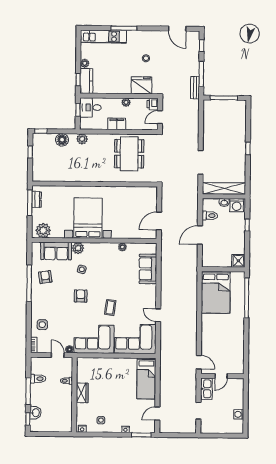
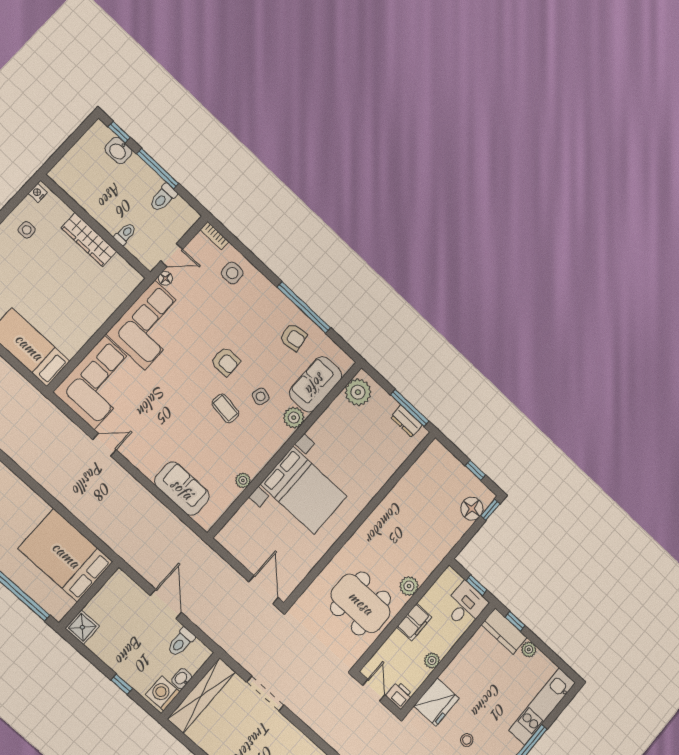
plant: (82, 139) -> (409, 586), moved
floor lamp: (62, 140) -> (472, 509), moved
bed with nightstands: (88, 218) -> (304, 490), moved
door: (159, 221) -> (264, 590), moved
coffee table: (110, 307) -> (225, 408), moved
wardrobe: (82, 393) -> (89, 240), width x1.50

